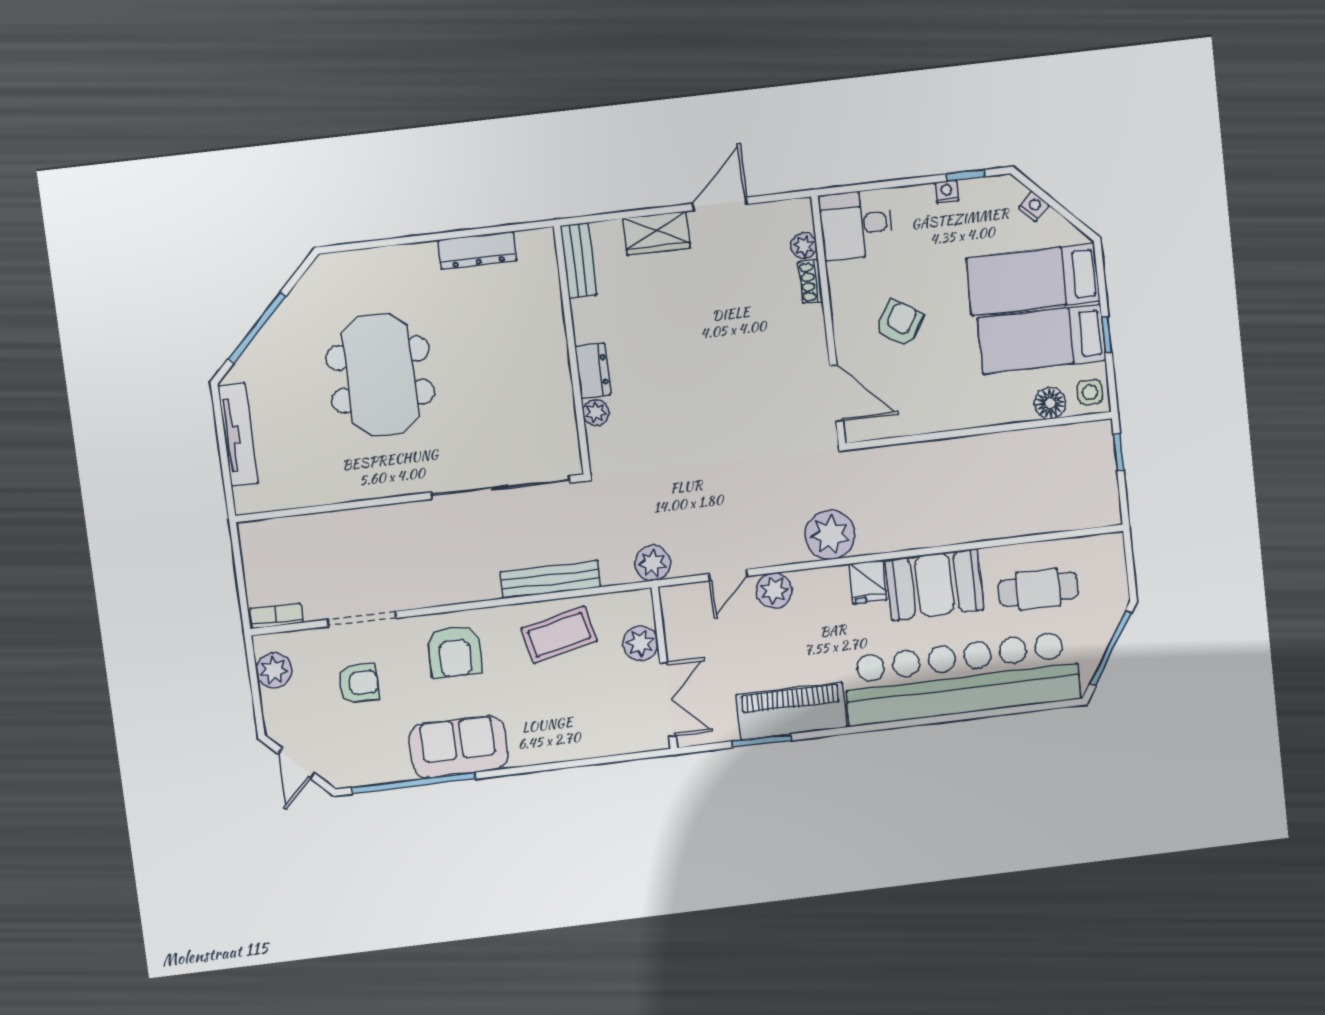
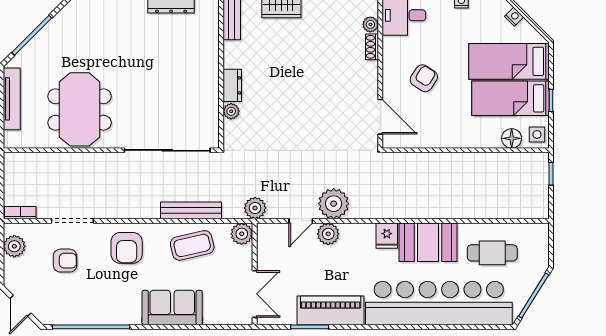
meeting table: (380, 375) -> (80, 109), moved
plant: (830, 535) -> (334, 204), moved
plant: (641, 643) -> (242, 234), moved
sofa: (459, 747) -> (172, 308), moved

